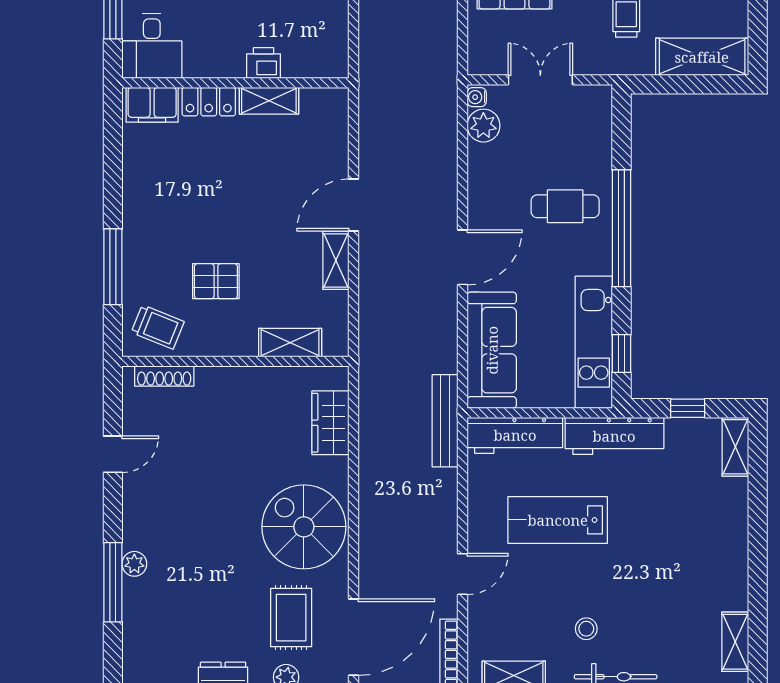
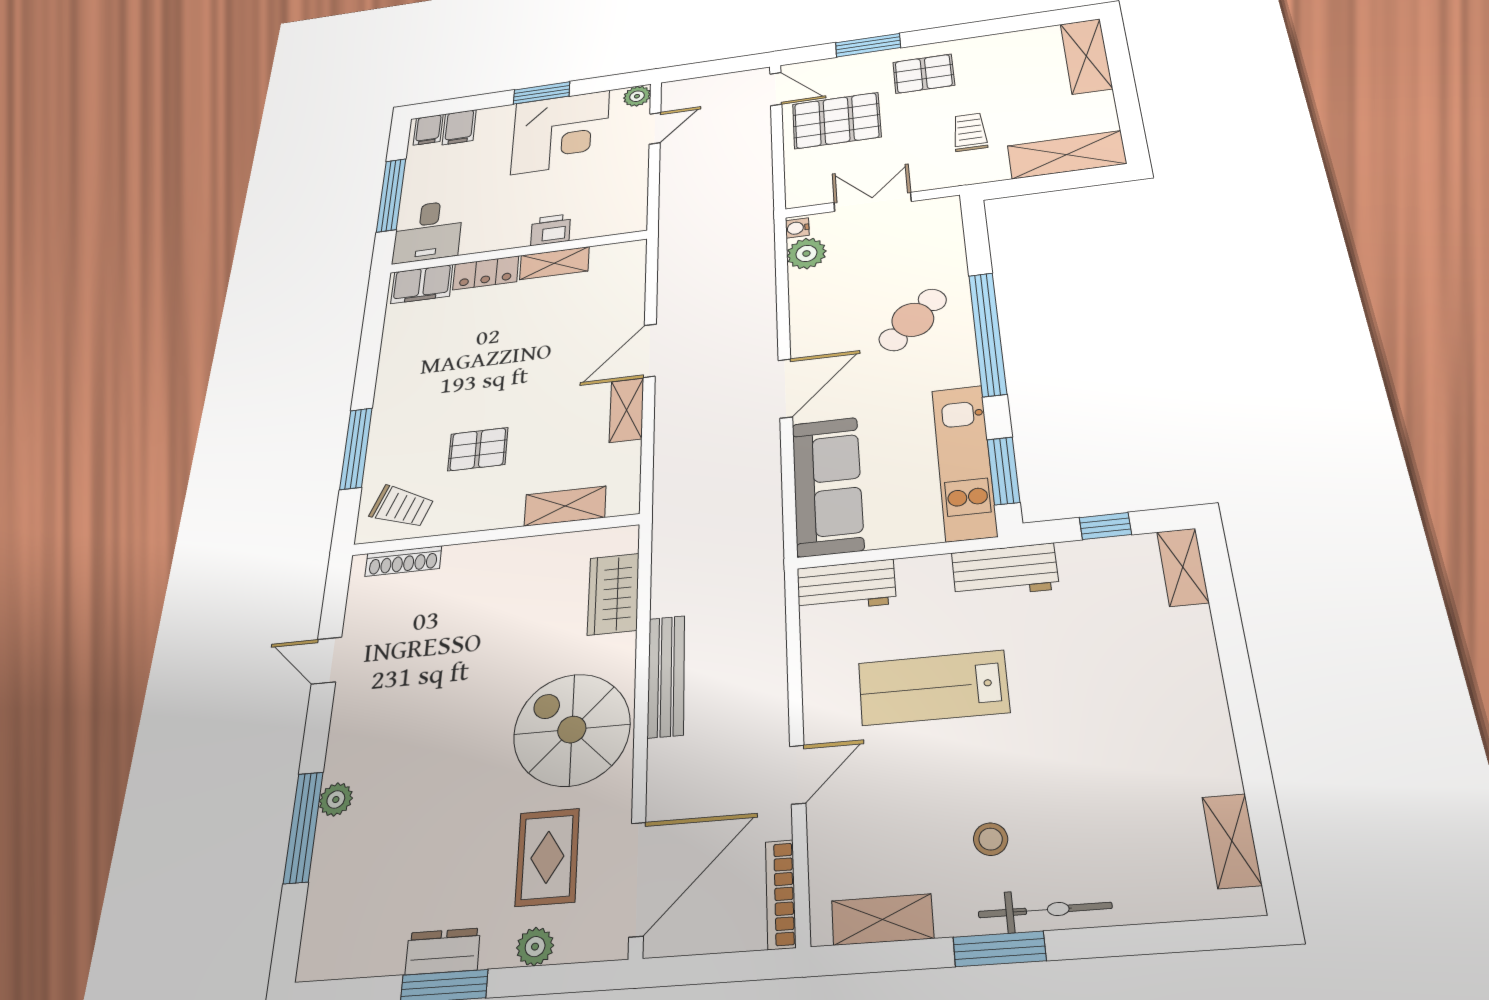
cafe table: (565, 206) -> (913, 320), turned -46
window: (621, 354) -> (1003, 471), width x1.50
bench: (445, 421) -> (666, 676), moved
workbench: (515, 435) -> (846, 586), width x0.73
workbench: (614, 436) -> (1005, 571), width x0.73
door: (113, 454) -> (327, 661), swing flipped

